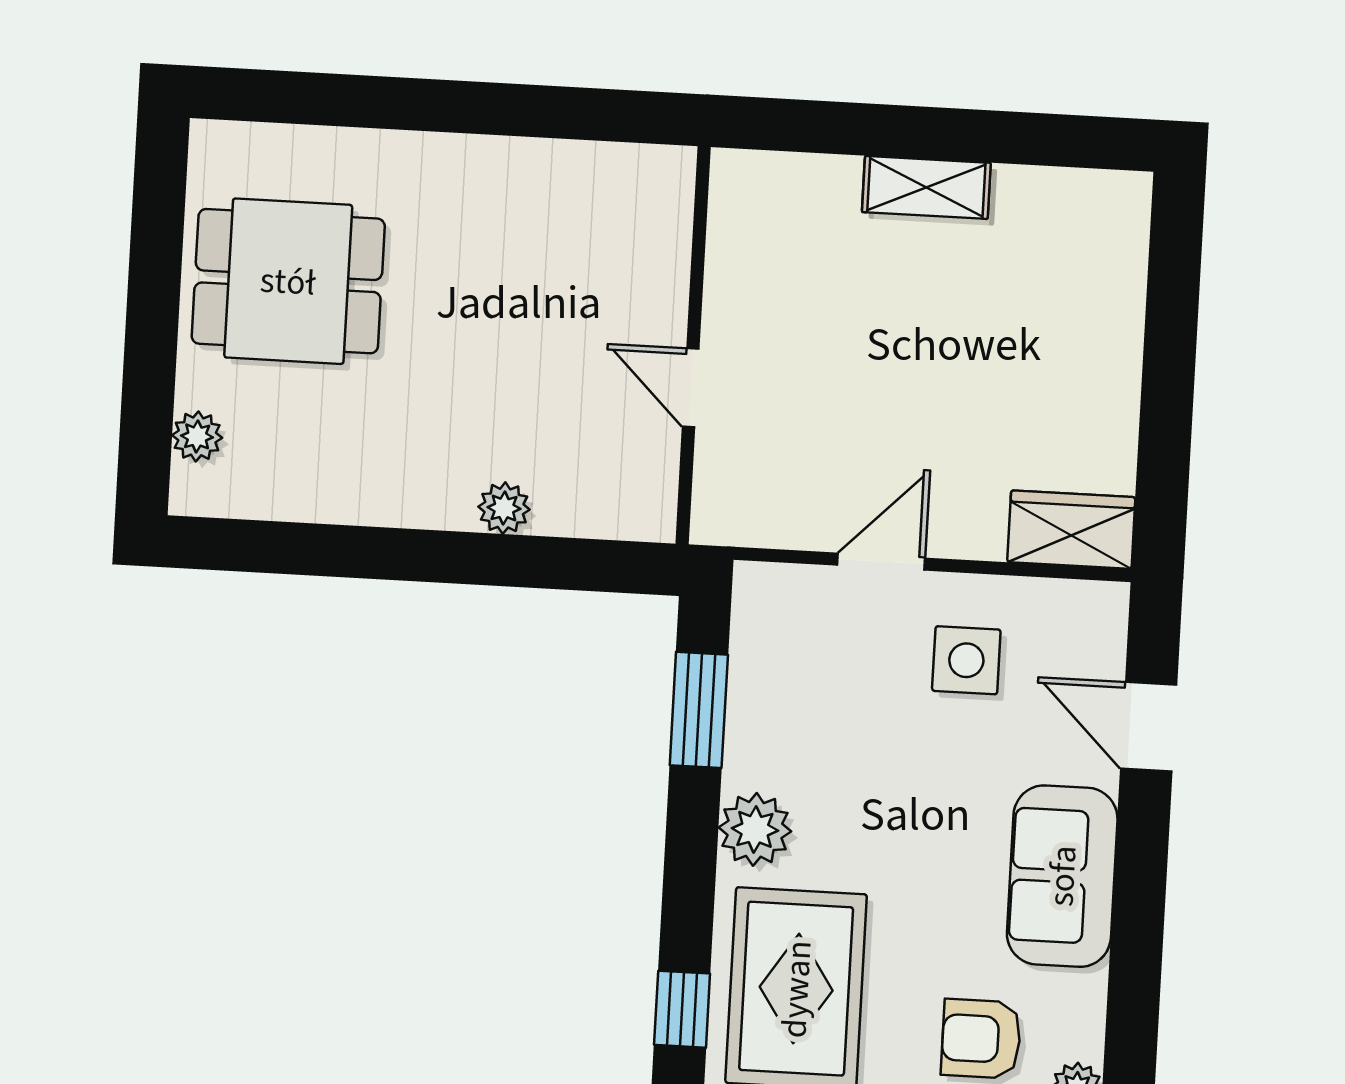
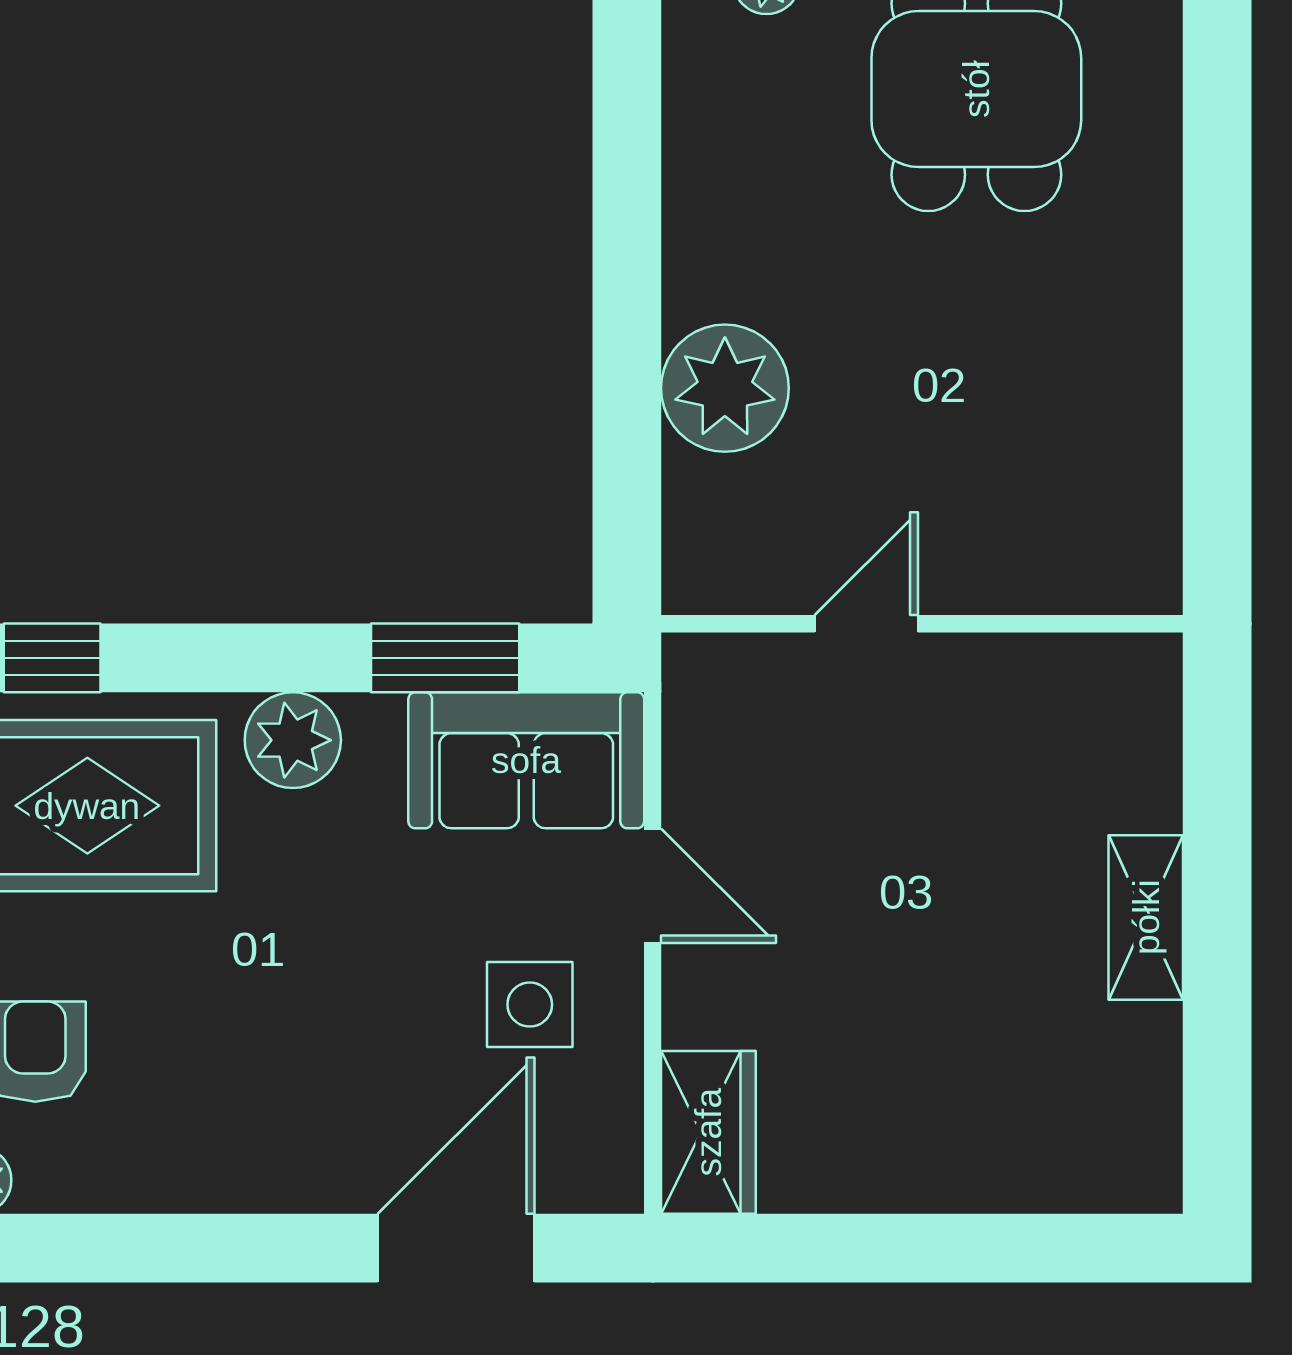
plant: (504, 508) -> (725, 388), width x1.88, depth x1.88
door: (1149, 727) -> (456, 1248), width x1.38
sofa: (1062, 876) -> (526, 760), moved, turned 180

